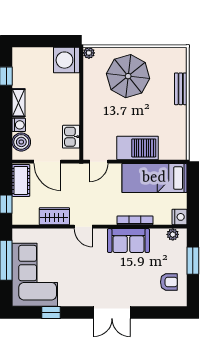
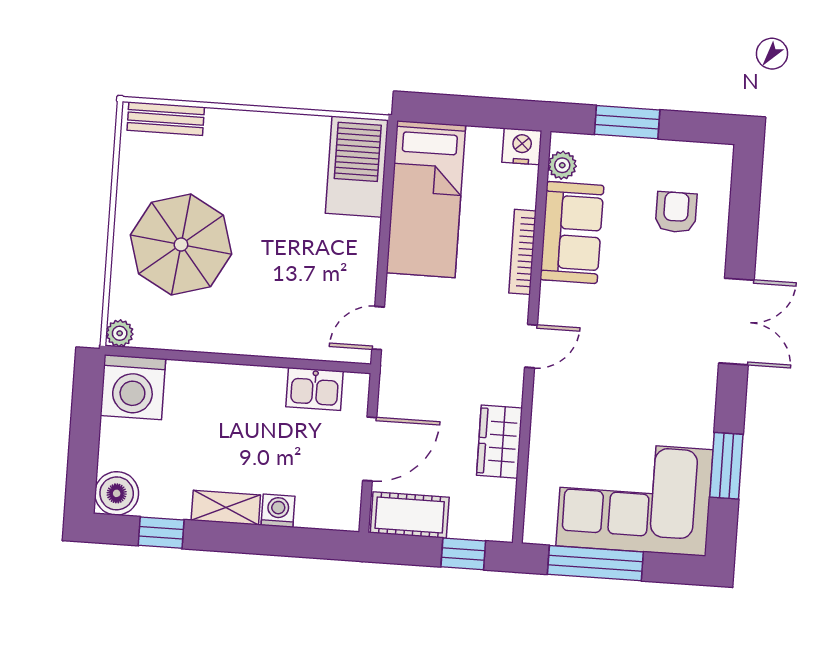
bench: (181, 89) -> (166, 119), moved
boiler: (21, 142) -> (117, 493), moved
barbecue: (138, 148) -> (357, 167), moved
door: (99, 162) -> (378, 328), swing flipped
door: (83, 227) -> (531, 346), moved
sofa: (128, 241) -> (572, 233), moved
armchair: (169, 282) -> (676, 212), moved
window: (51, 313) -> (726, 466), width x1.50

